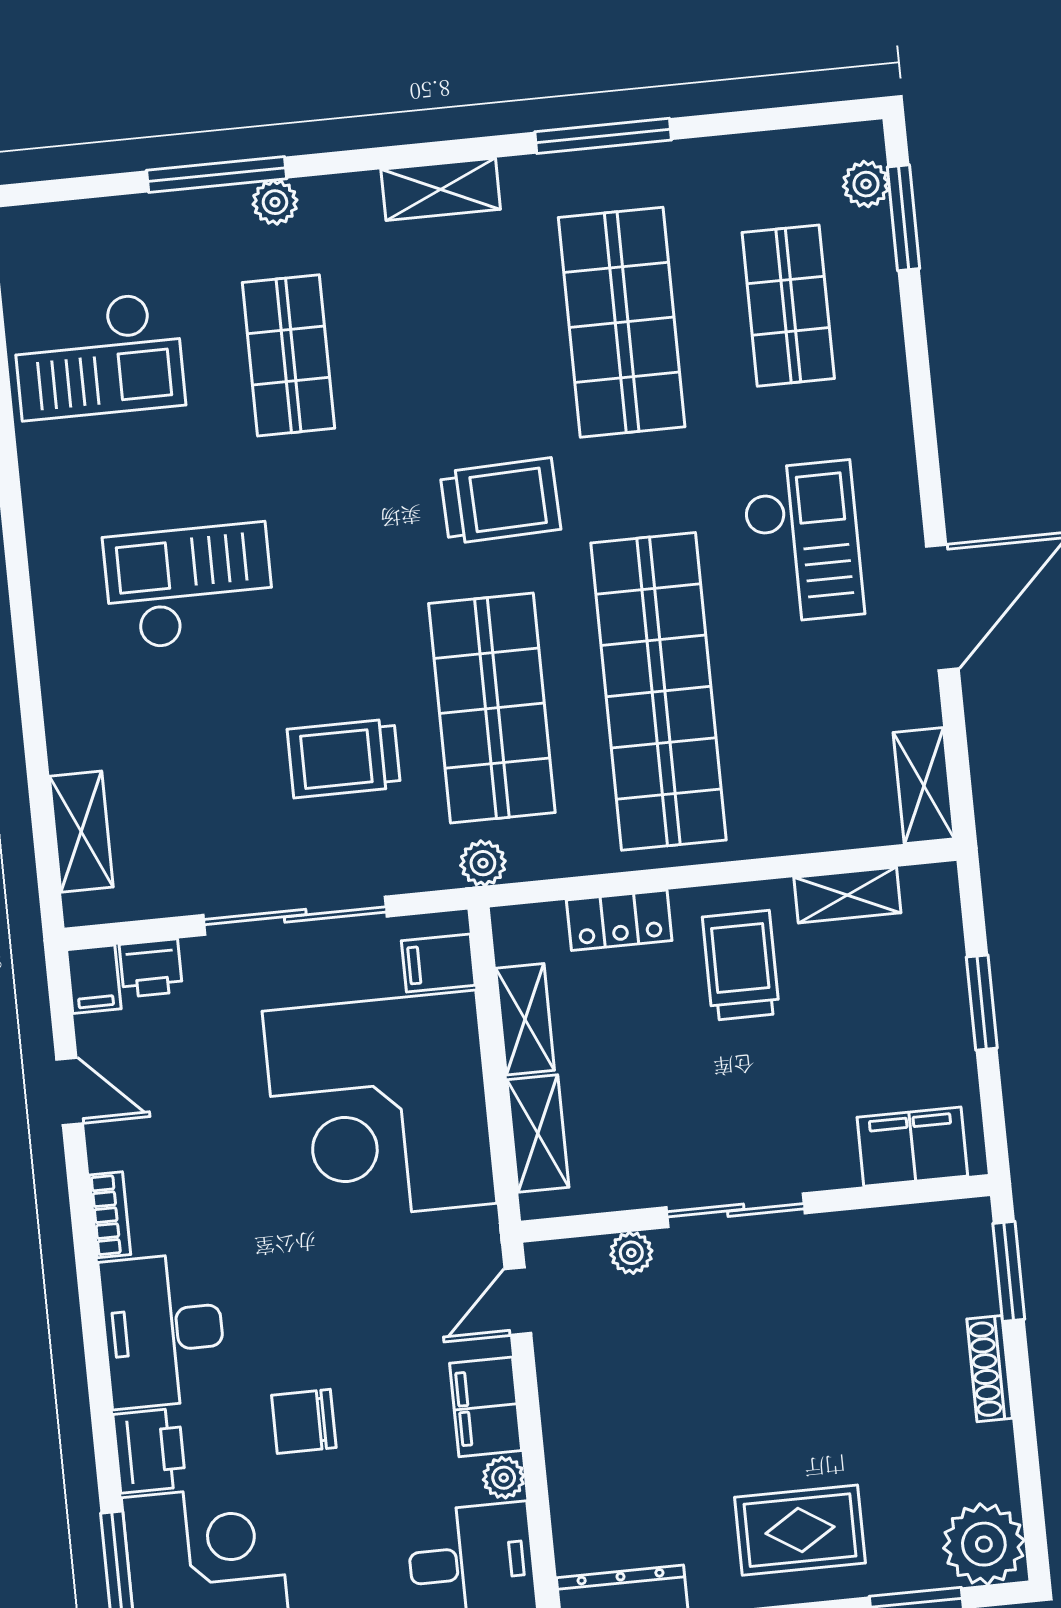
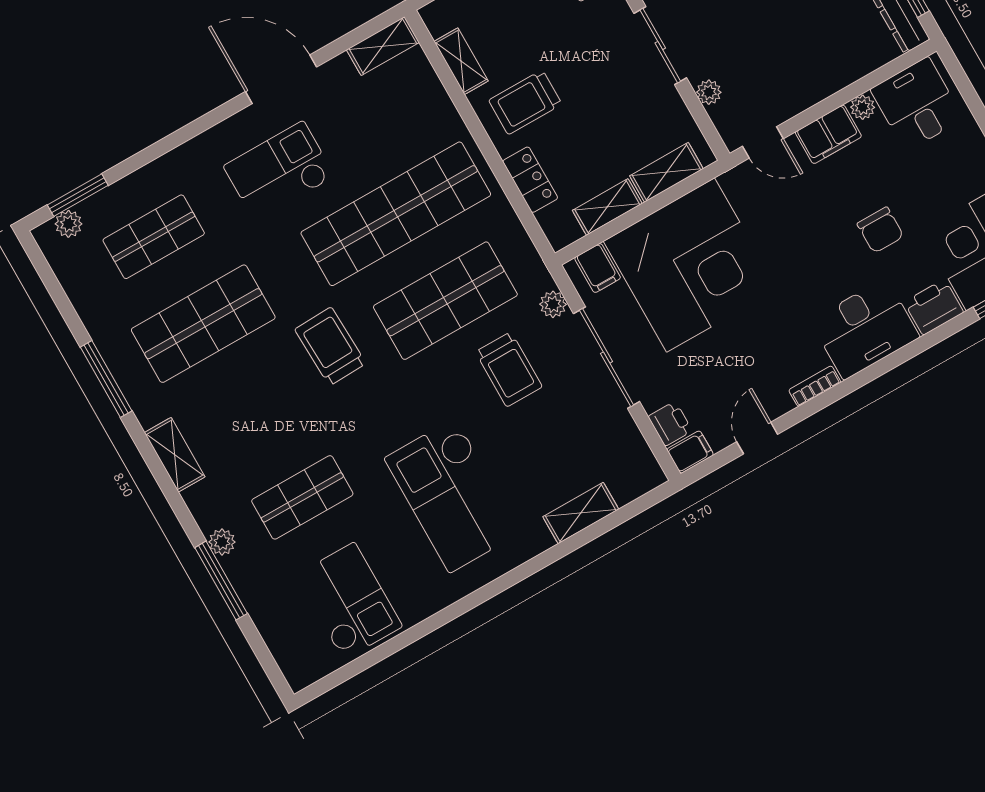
checkout: (189, 586) -> (453, 495), width x1.36, depth x1.21
shelving: (81, 832) -> (581, 513), moved
plant: (483, 863) -> (553, 304), moved

